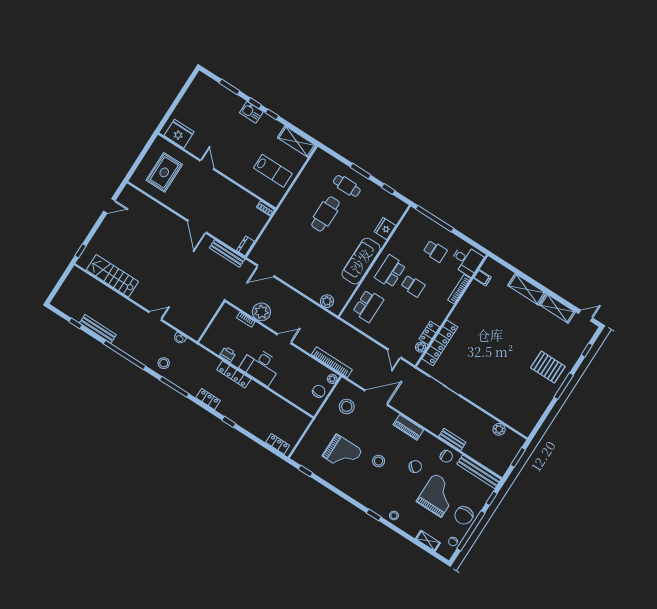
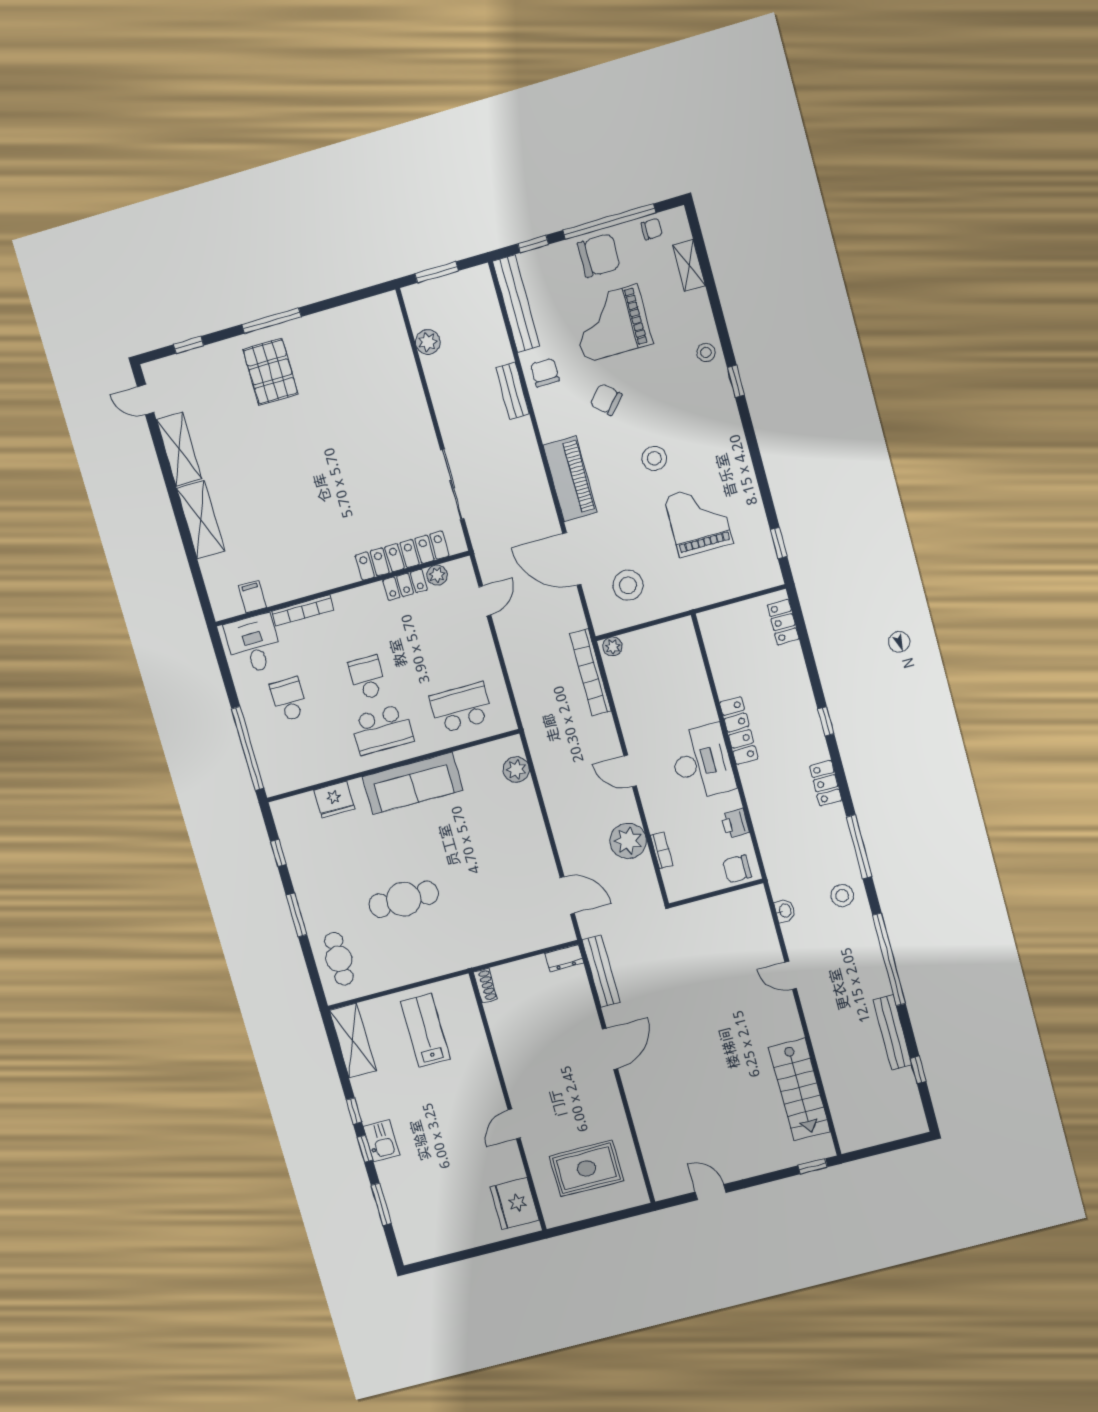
cafe table: (347, 186) -> (339, 959), moved
locker: (234, 374) -> (739, 731), moved
chair: (319, 391) -> (737, 869), moved
piano: (408, 427) -> (570, 479), width x1.37, depth x1.33

